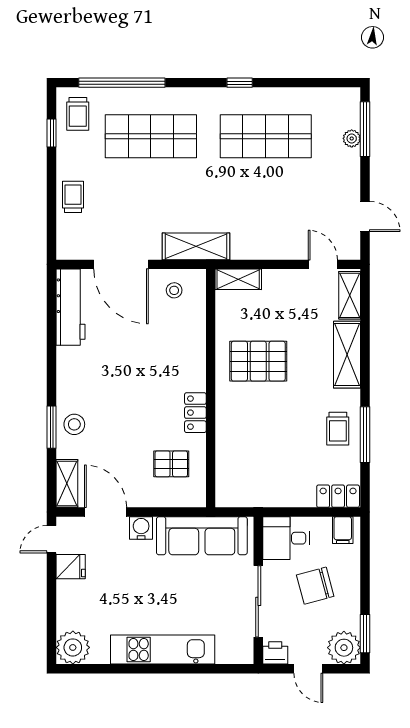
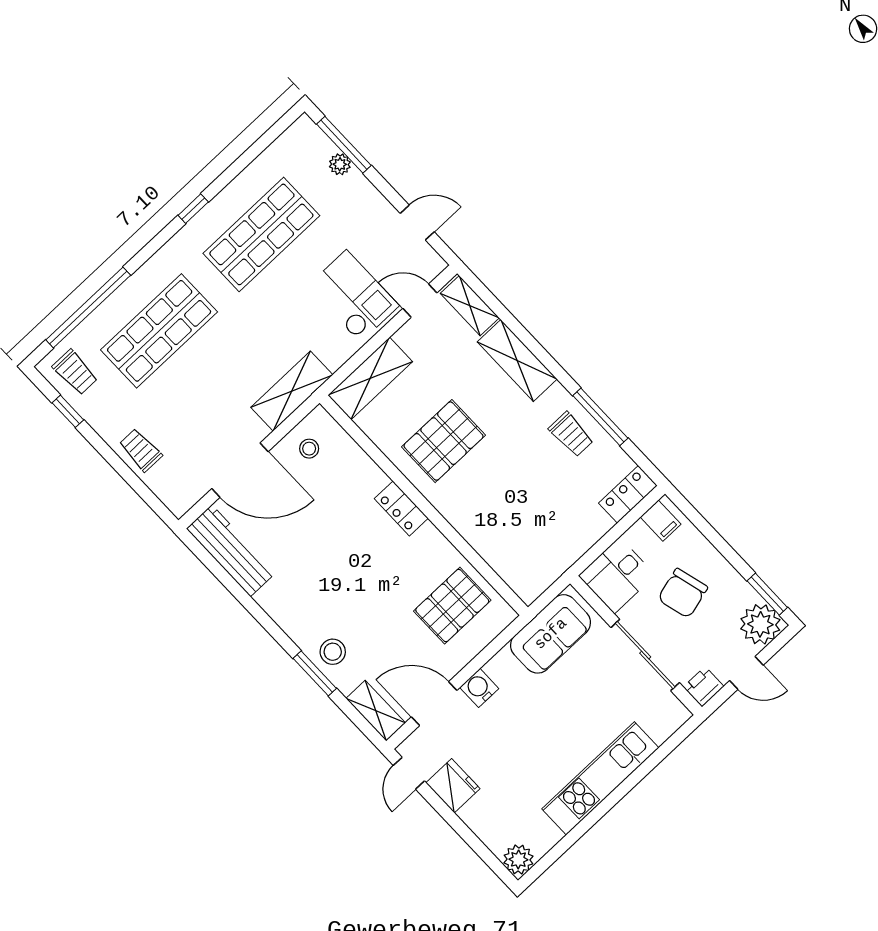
checkout: (286, 224) -> (353, 296), added
shelving: (238, 279) -> (370, 378), width x1.50, depth x1.33
locker: (195, 413) -> (401, 508), moved
pallet: (171, 464) -> (452, 606), width x1.50, depth x1.42
sofa: (202, 536) -> (551, 634), width x0.73
fridge: (71, 567) -> (453, 786), width x1.38
plant: (73, 647) -> (518, 859), width x0.73, depth x0.73

